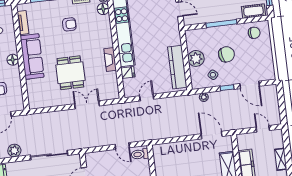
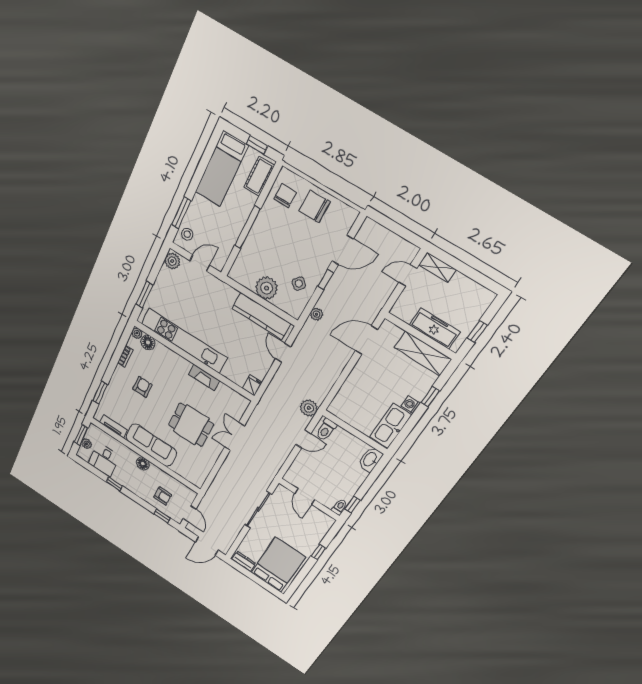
chair: (226, 54) -> (315, 206), moved, turned -78
fridge: (128, 72) -> (252, 385), moved
door: (147, 98) -> (283, 353), moved
plant: (14, 151) -> (309, 408), moved
shelving: (281, 159) -> (437, 267), moved

